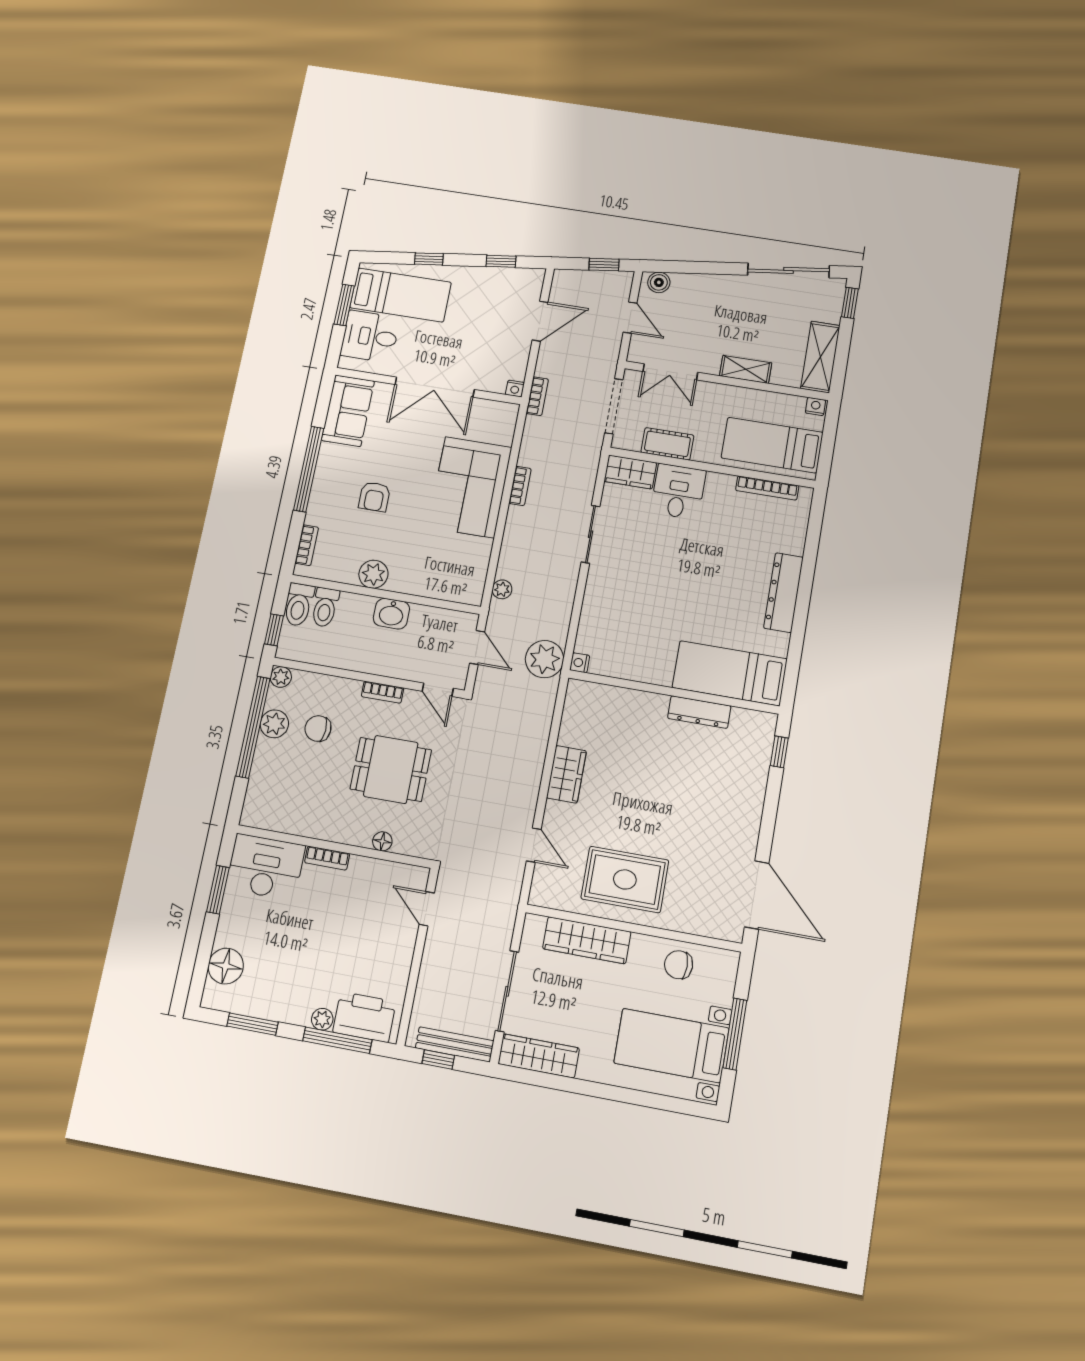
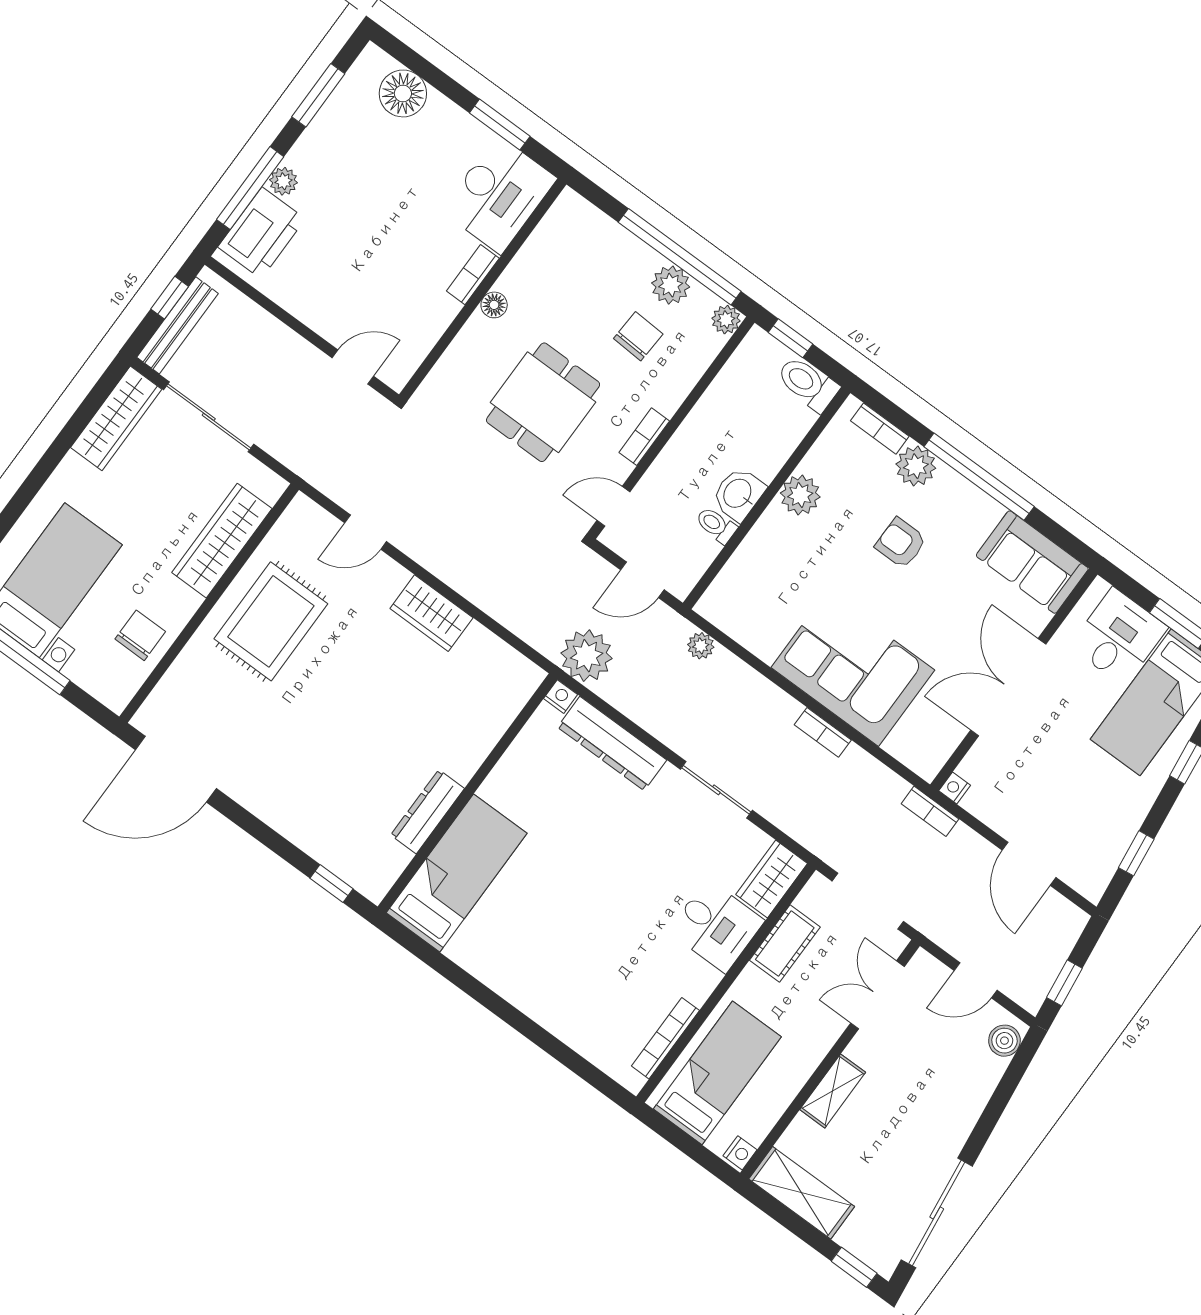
plant: (320, 511) -> (916, 466), added
dresser: (784, 593) -> (612, 744), moved, turned 180
toilet: (325, 607) -> (716, 525), moved, width x0.73, depth x0.72
floor lamp: (382, 841) -> (494, 305), moved

